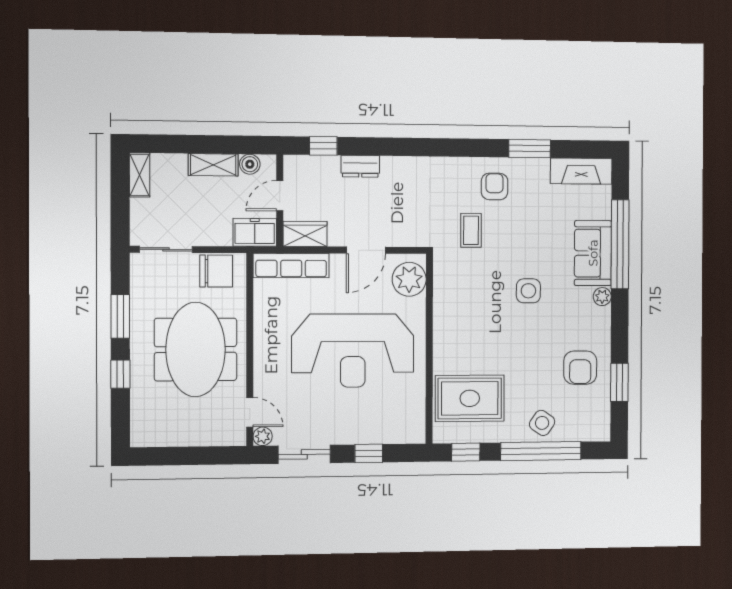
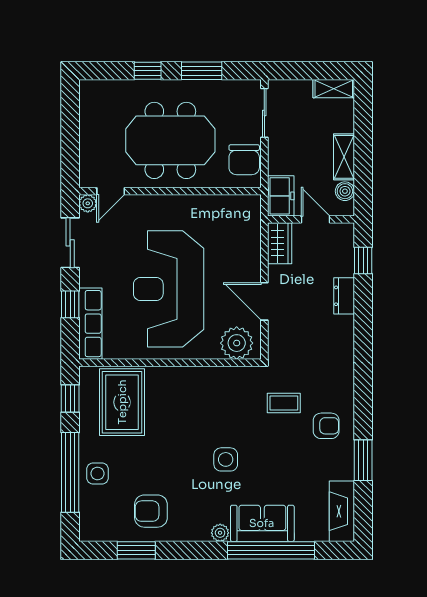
row of seats: (291, 266) -> (90, 324), moved, turned 180
side table: (542, 423) -> (97, 474), turned -35

